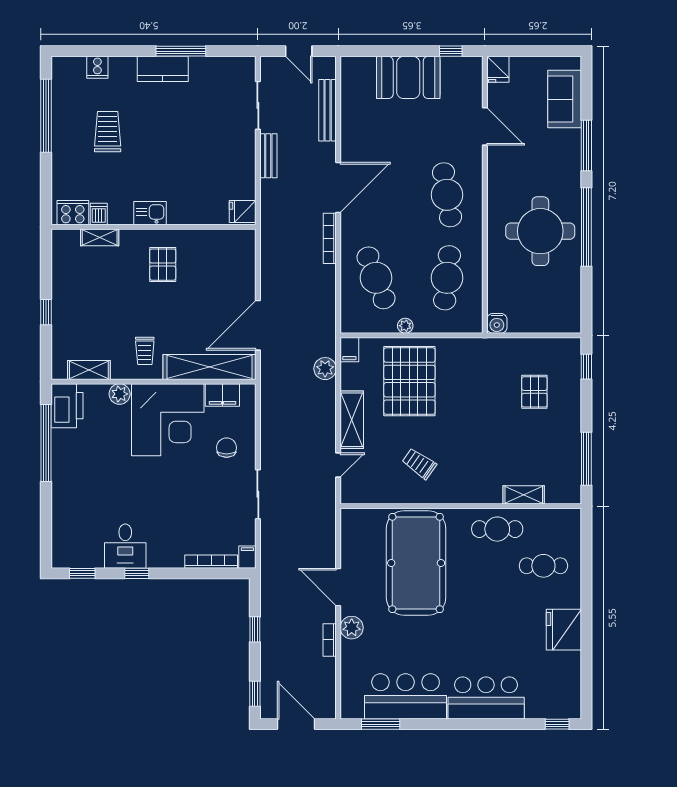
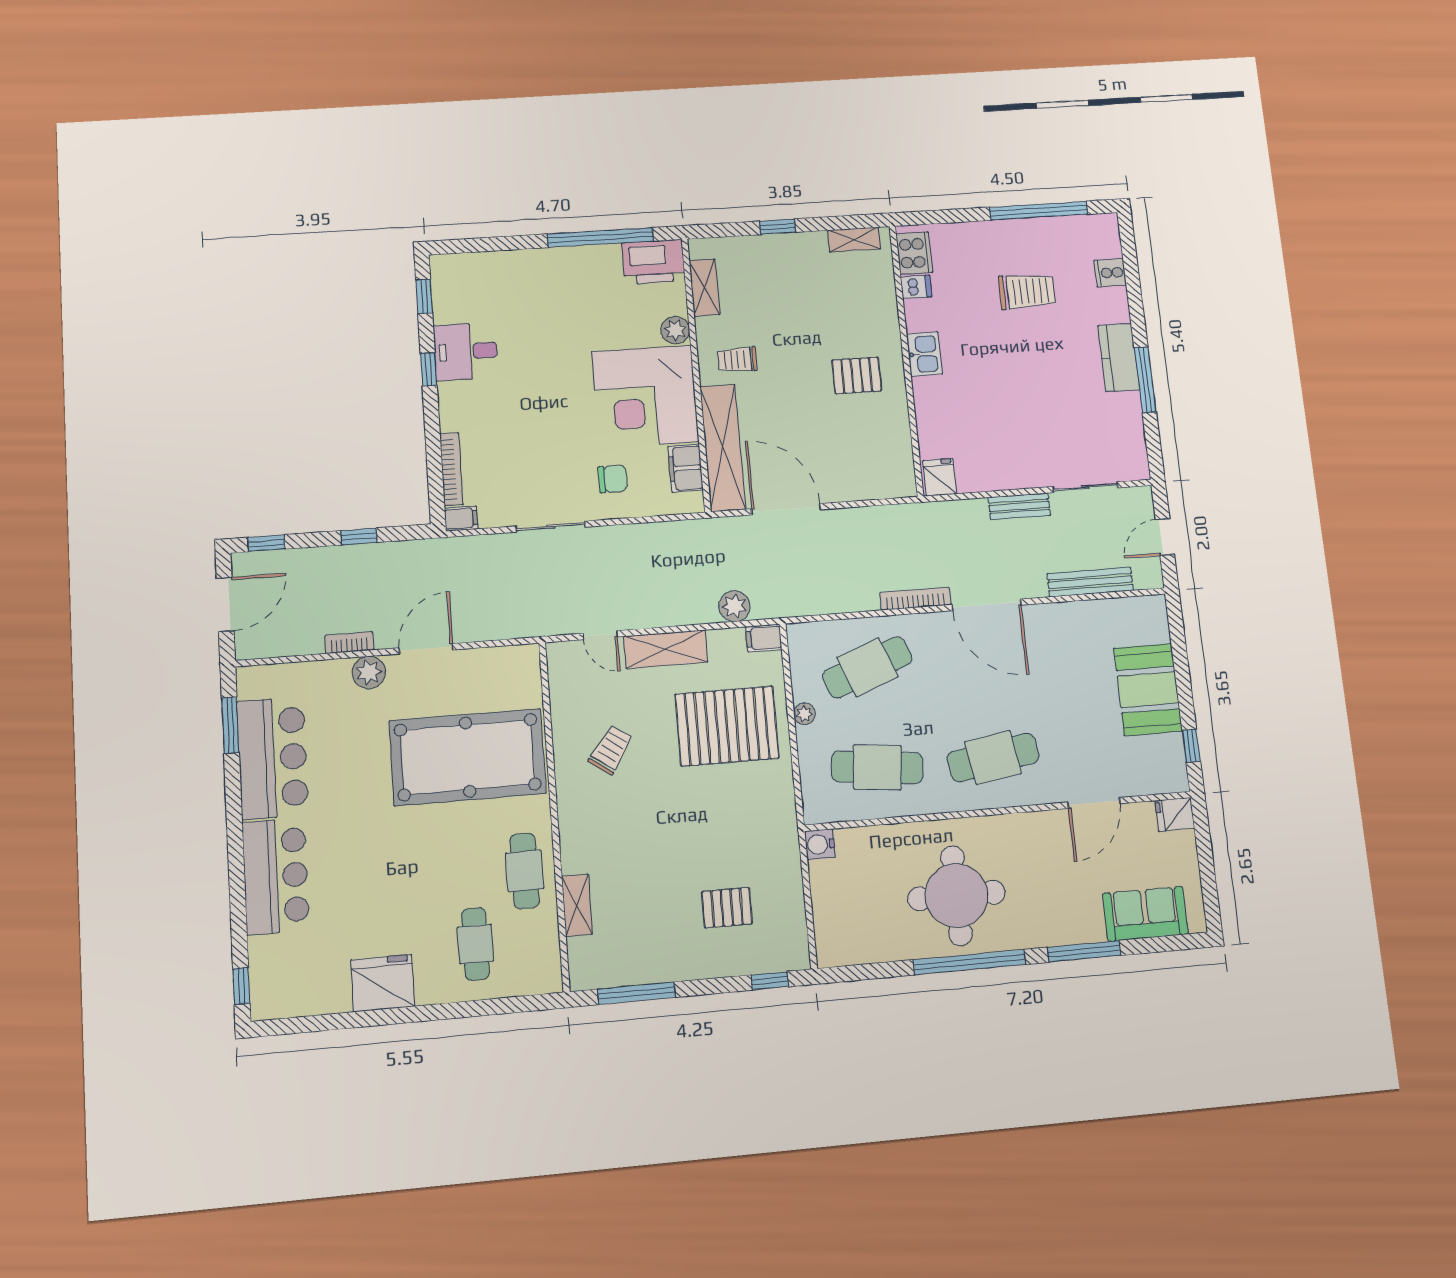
shelving: (100, 237) -> (854, 240), moved, turned 90

